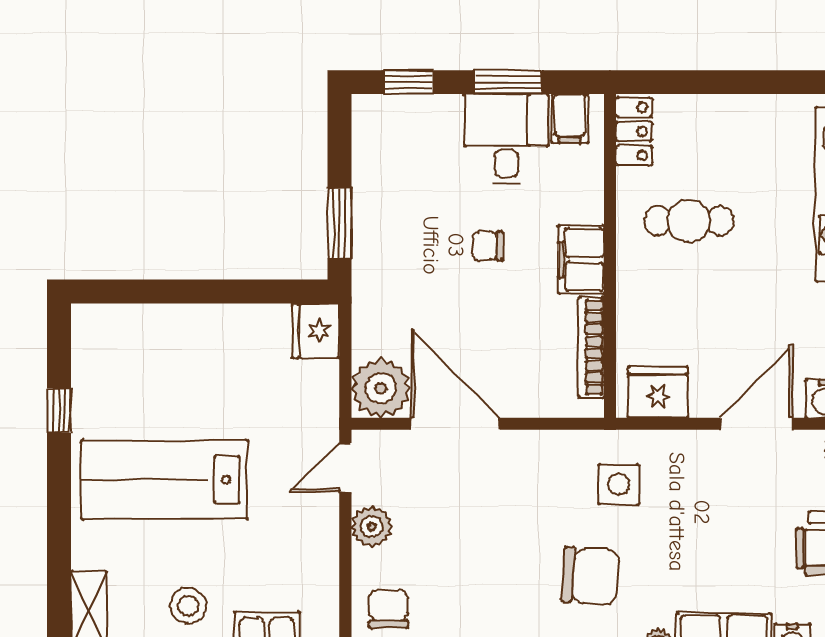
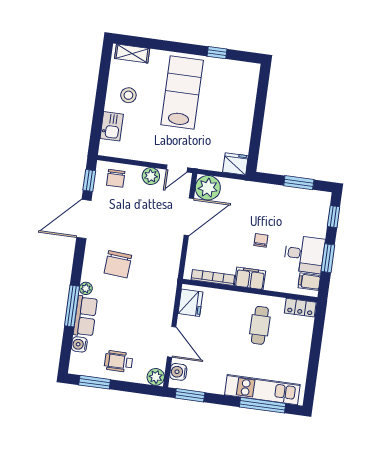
window: (339, 223) -> (299, 183), moved
door: (345, 468) -> (177, 168), swing flipped
side table: (619, 484) -> (154, 281), removed
chair: (388, 609) -> (116, 178), turned 90

